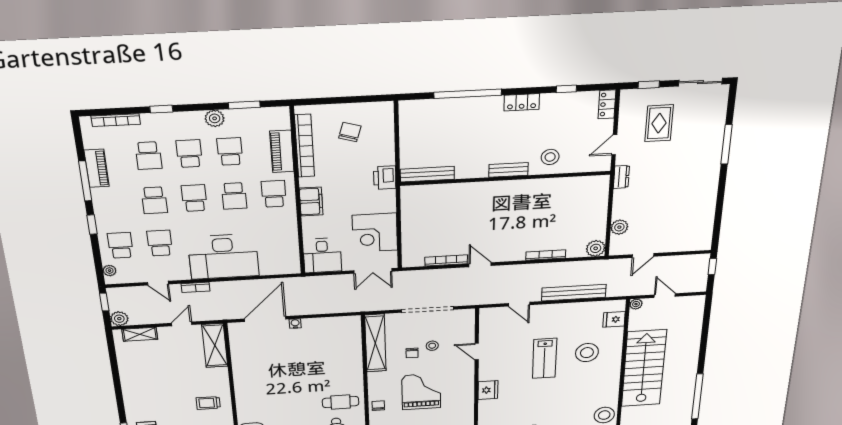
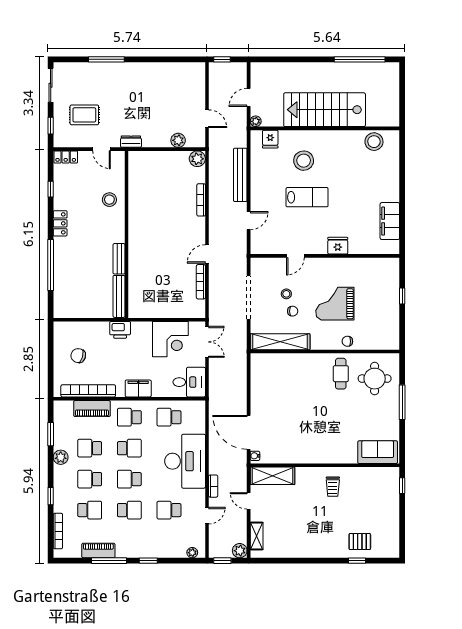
bench: (508, 170) -> (119, 259), moved
school desk: (120, 245) -> (169, 417), moved
water cooler: (295, 324) -> (255, 456), moved

